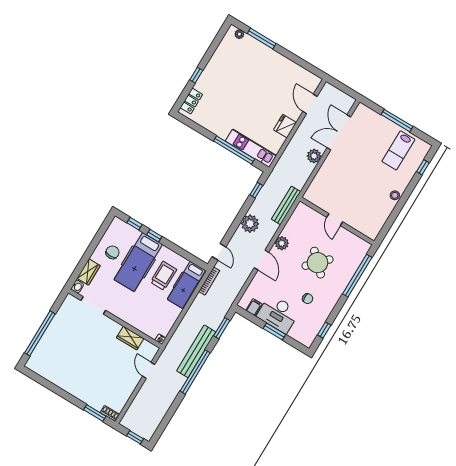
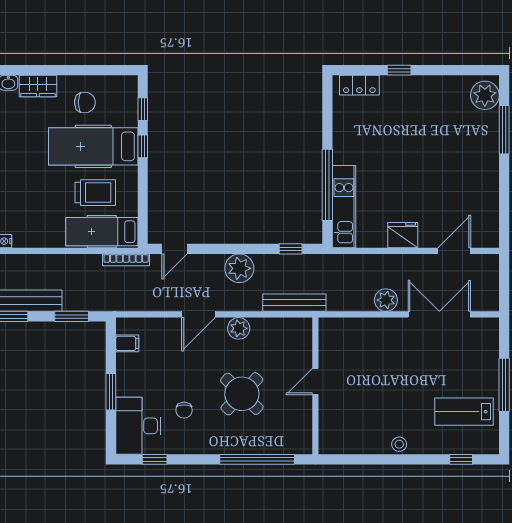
plant: (239, 34) -> (485, 95), width x1.87, depth x1.87
desk: (278, 314) -> (138, 426), moved

